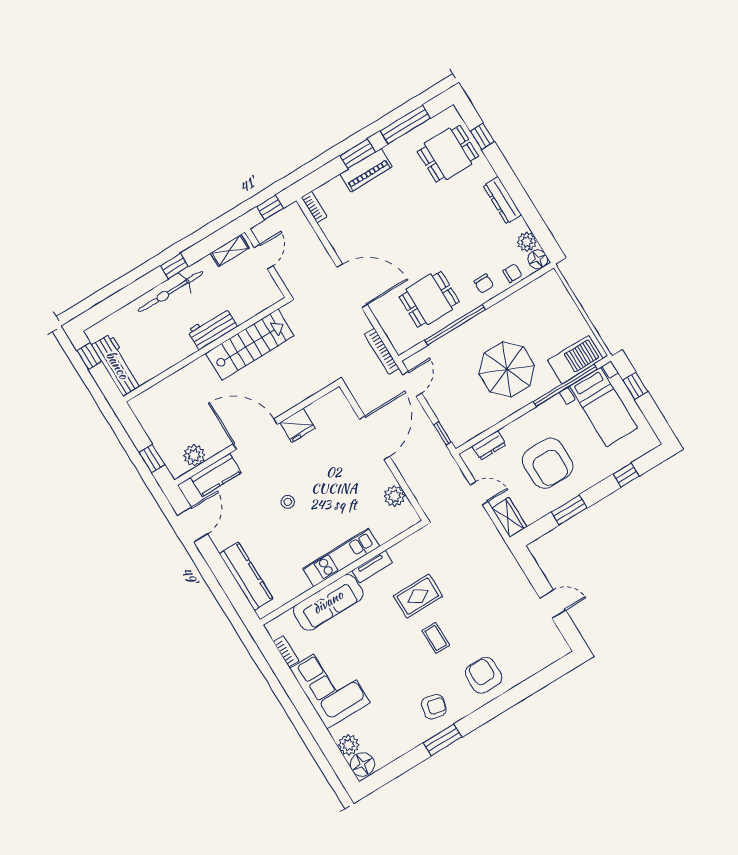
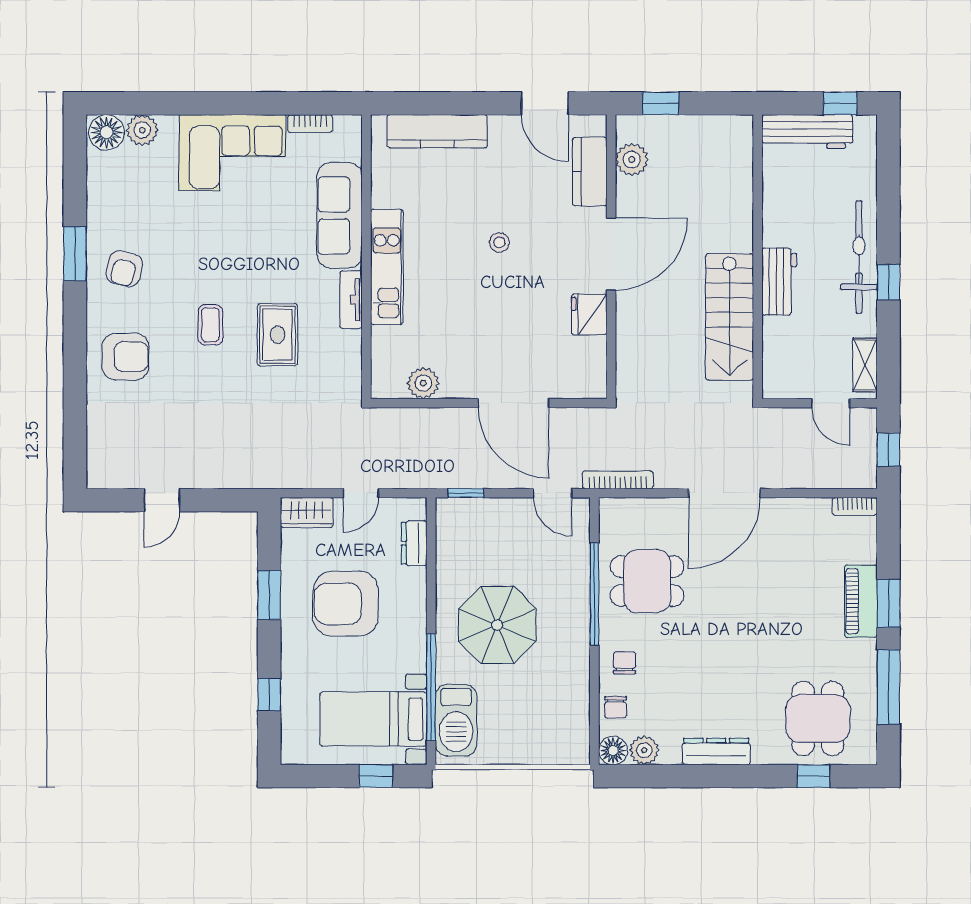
chair: (484, 284) -> (625, 663), turned 90
dining table: (429, 299) -> (647, 581), turned 90
coffee table: (436, 638) -> (210, 325), turned 90

